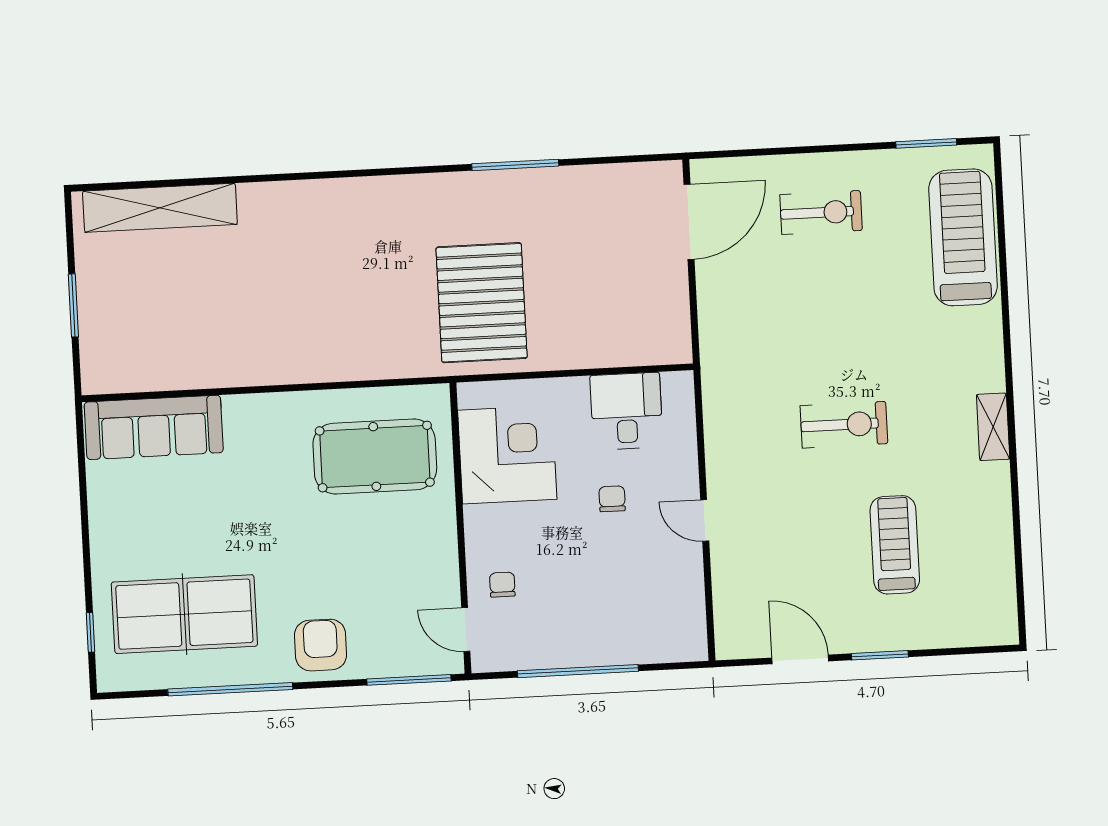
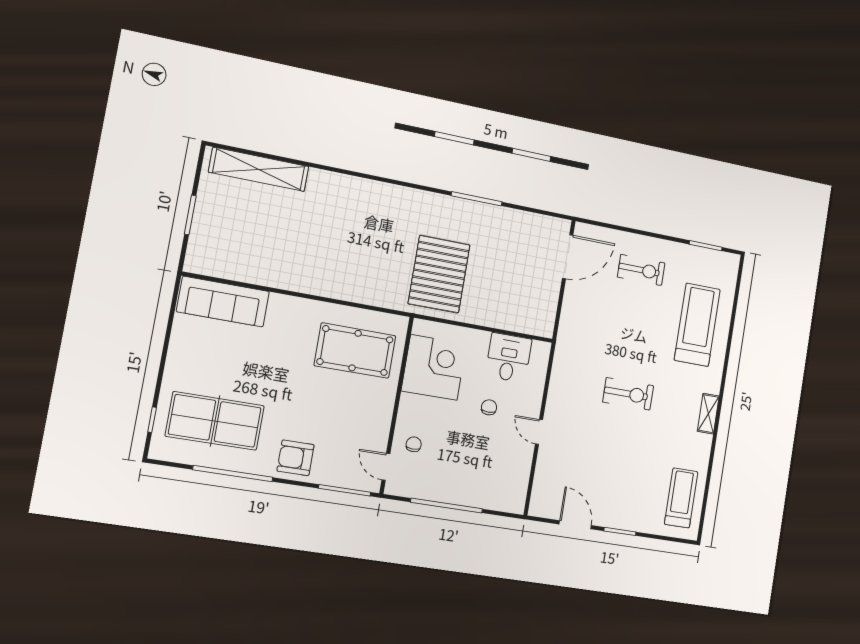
treadmill: (963, 237) -> (697, 325), moved
treadmill: (895, 545) -> (681, 498), moved
armchair: (320, 645) -> (295, 458), turned -90

